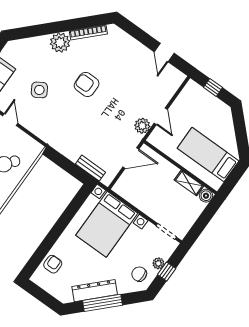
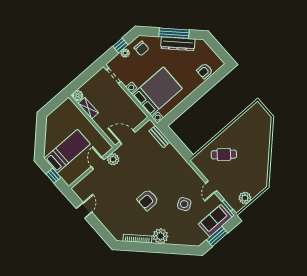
armchair: (87, 84) -> (148, 200), turned 90
bed: (208, 155) -> (67, 151), moved, turned -90

